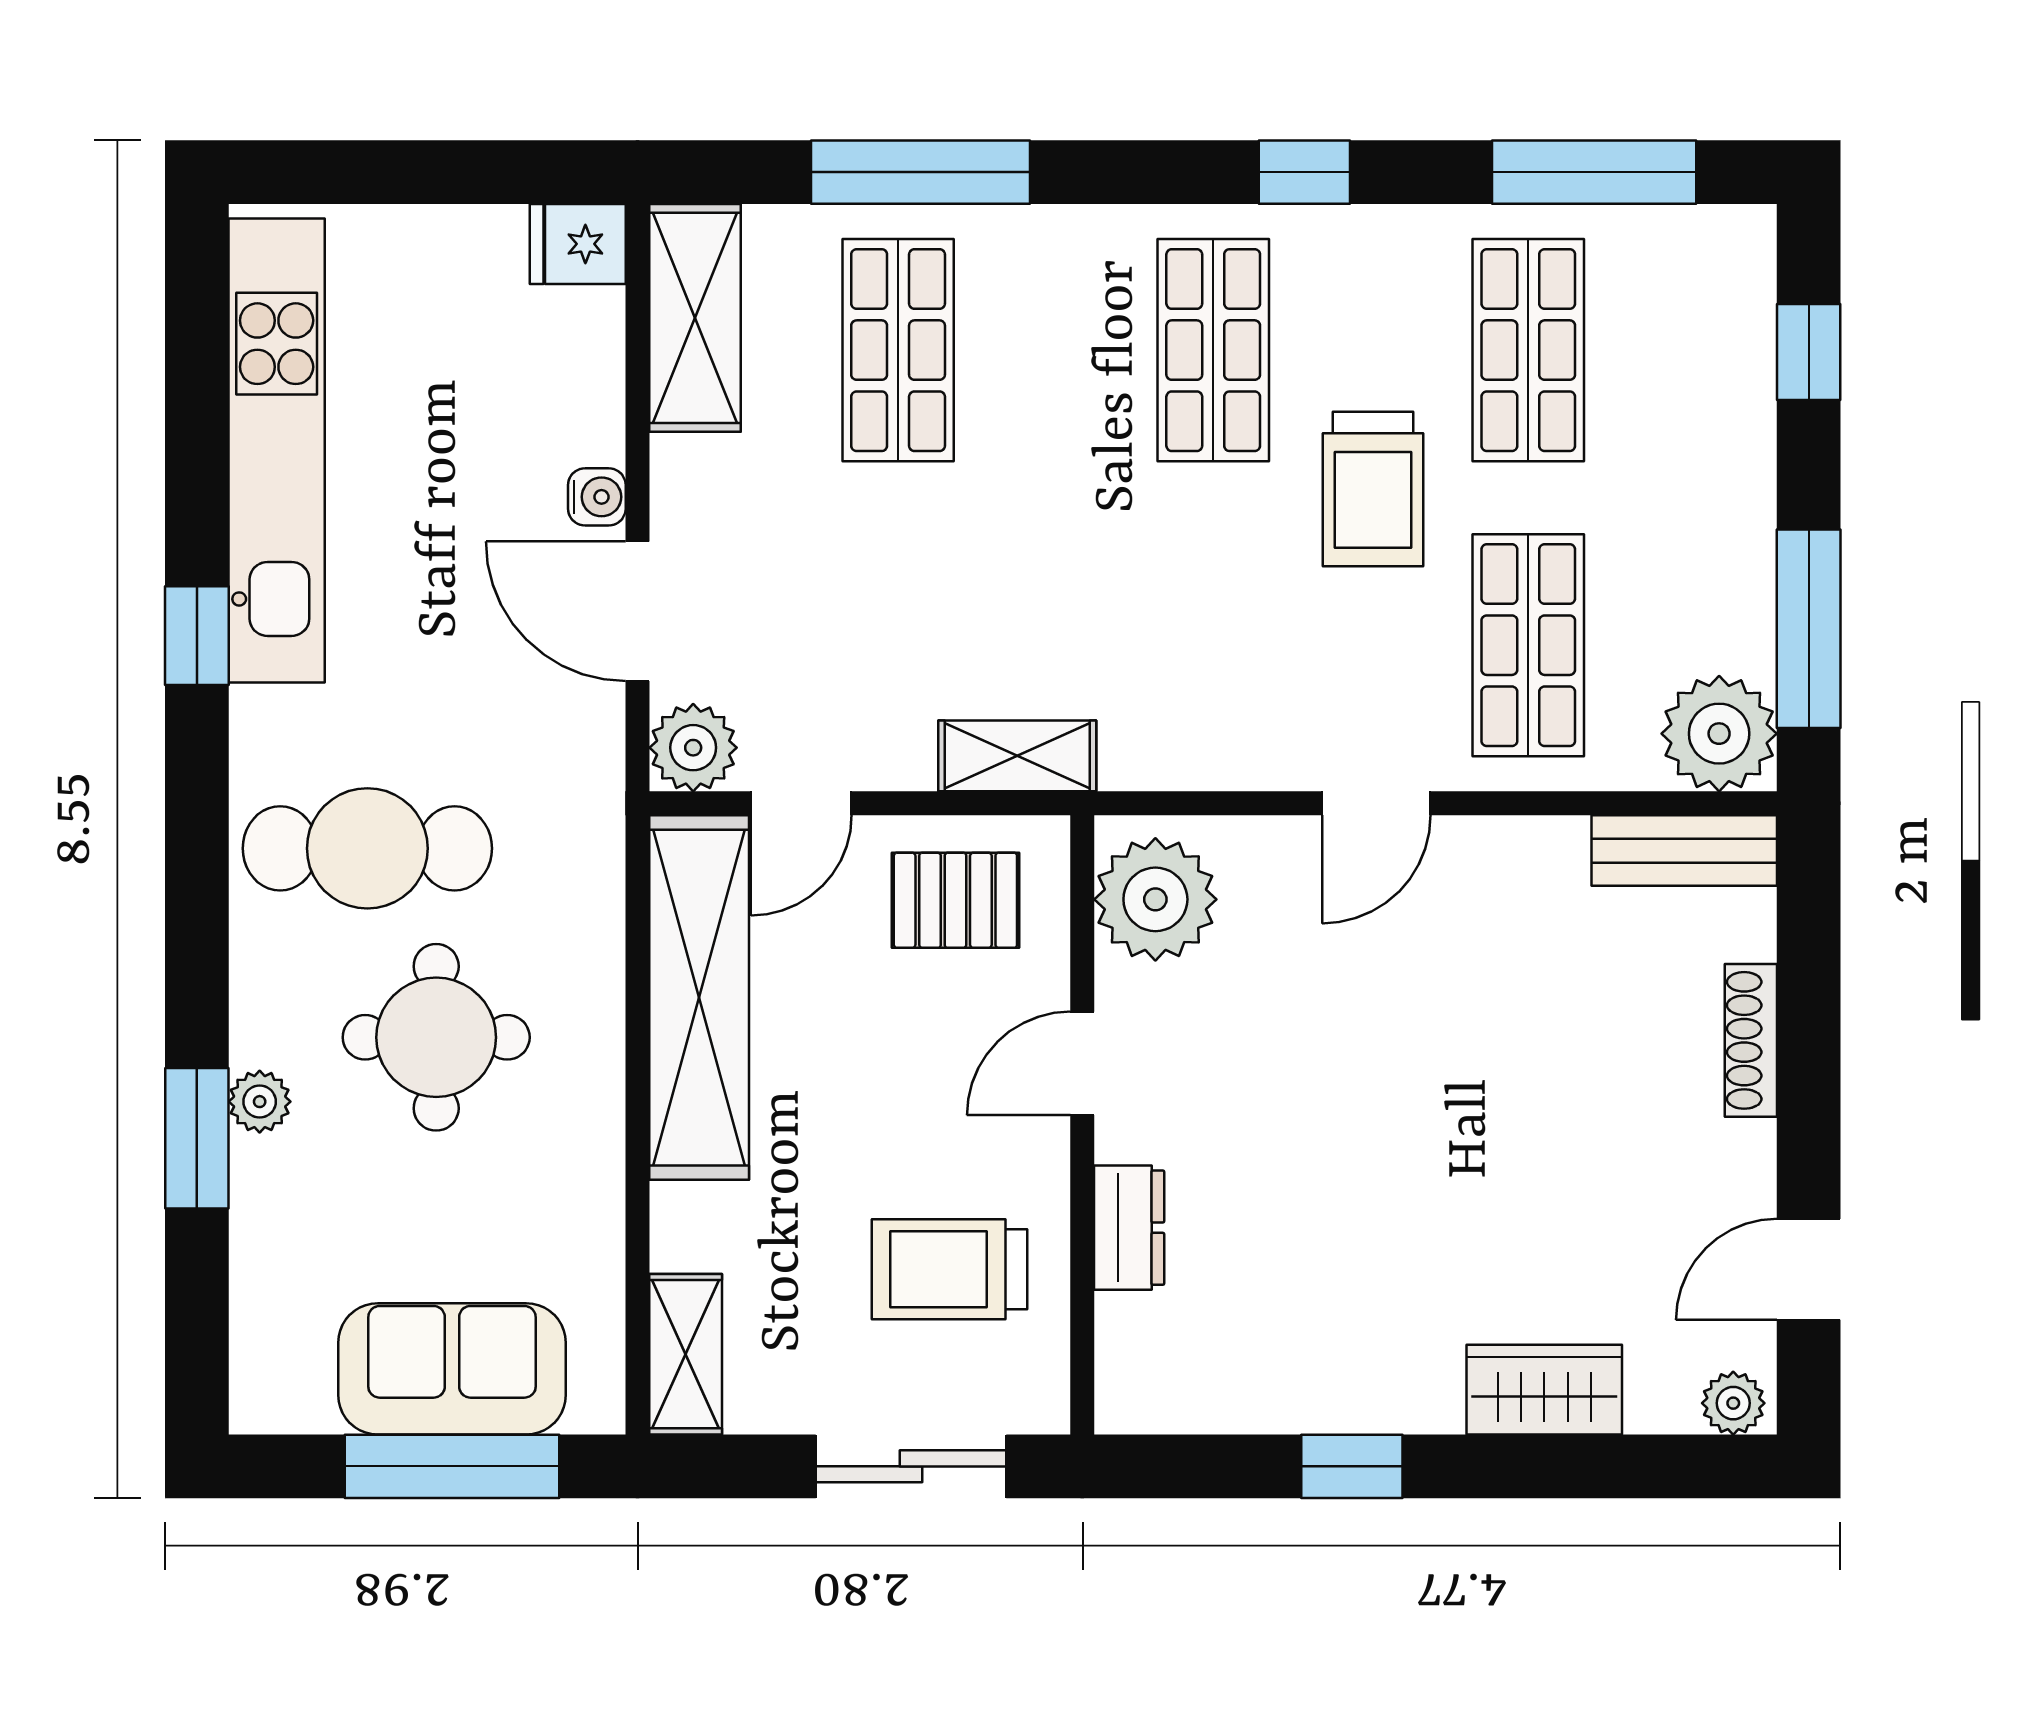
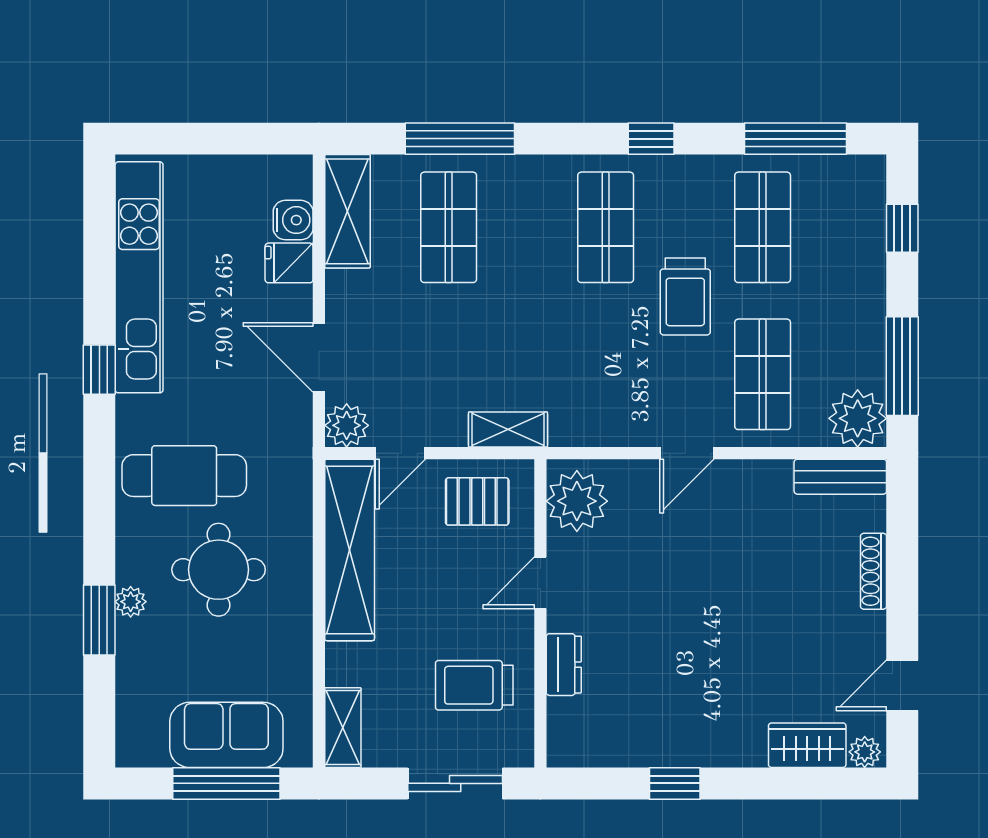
fridge: (578, 244) -> (289, 263), moved
water cooler: (597, 497) -> (293, 220), moved, width x1.38, depth x1.38
wardrobe: (1544, 1390) -> (807, 745), moved

